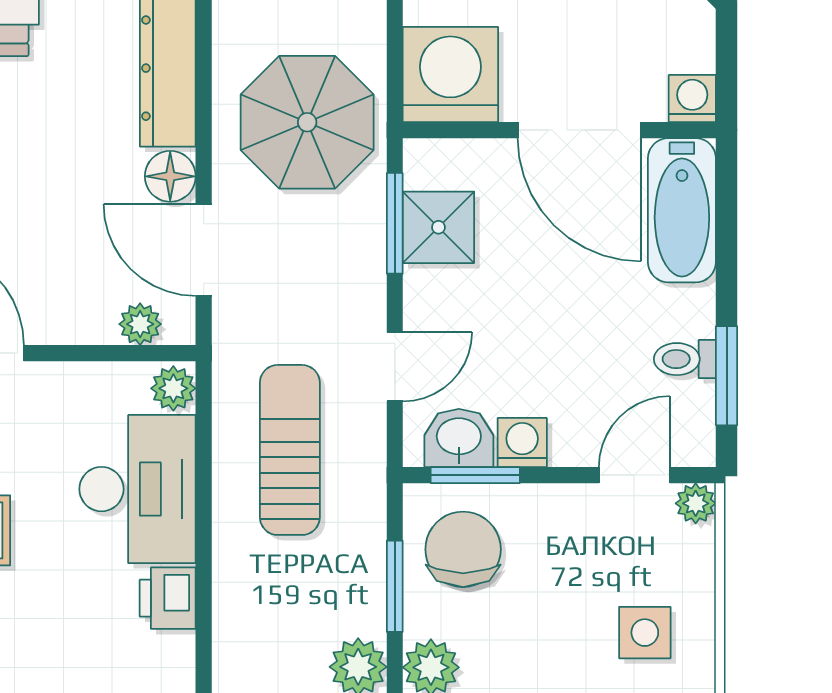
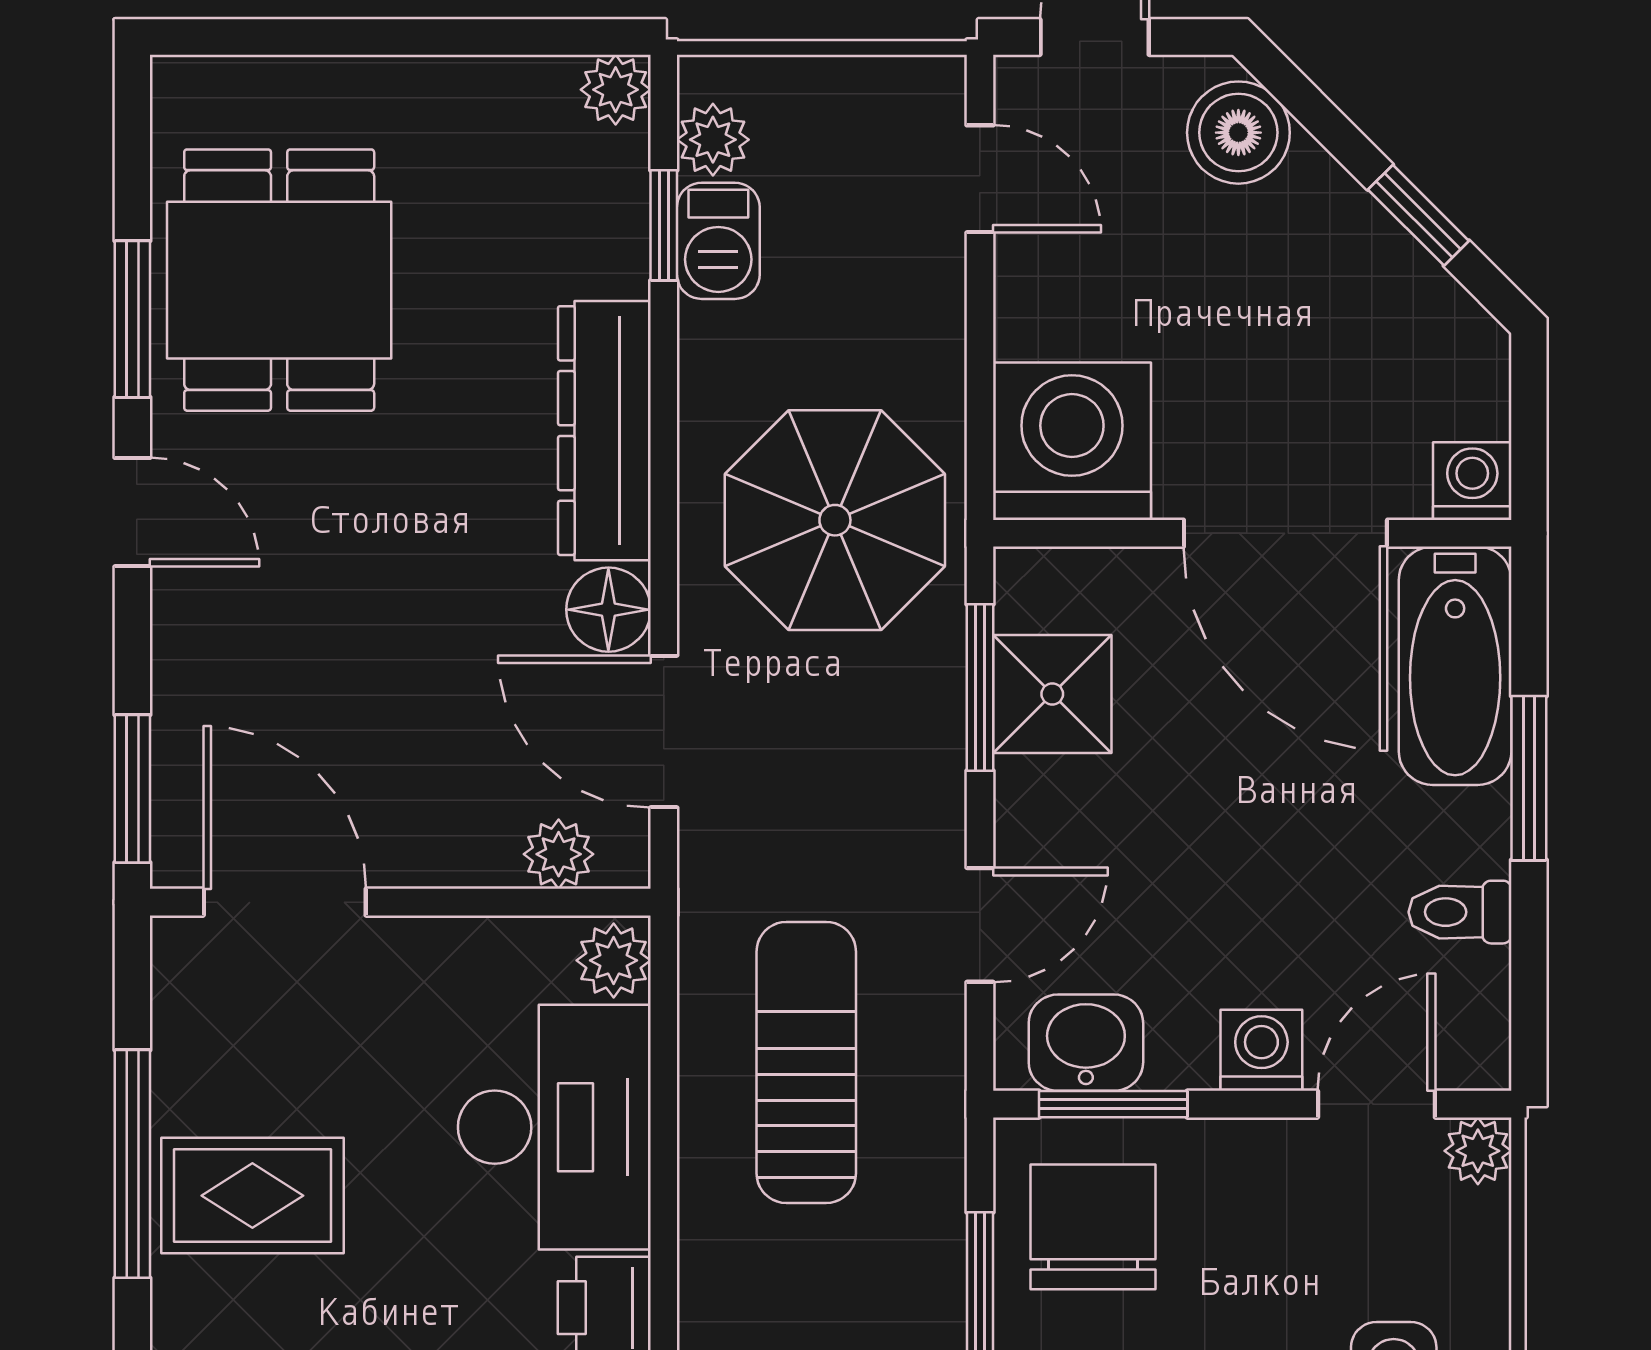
window: (727, 376) -> (1529, 778), moved
washing machine: (522, 443) -> (1261, 1050), moved

